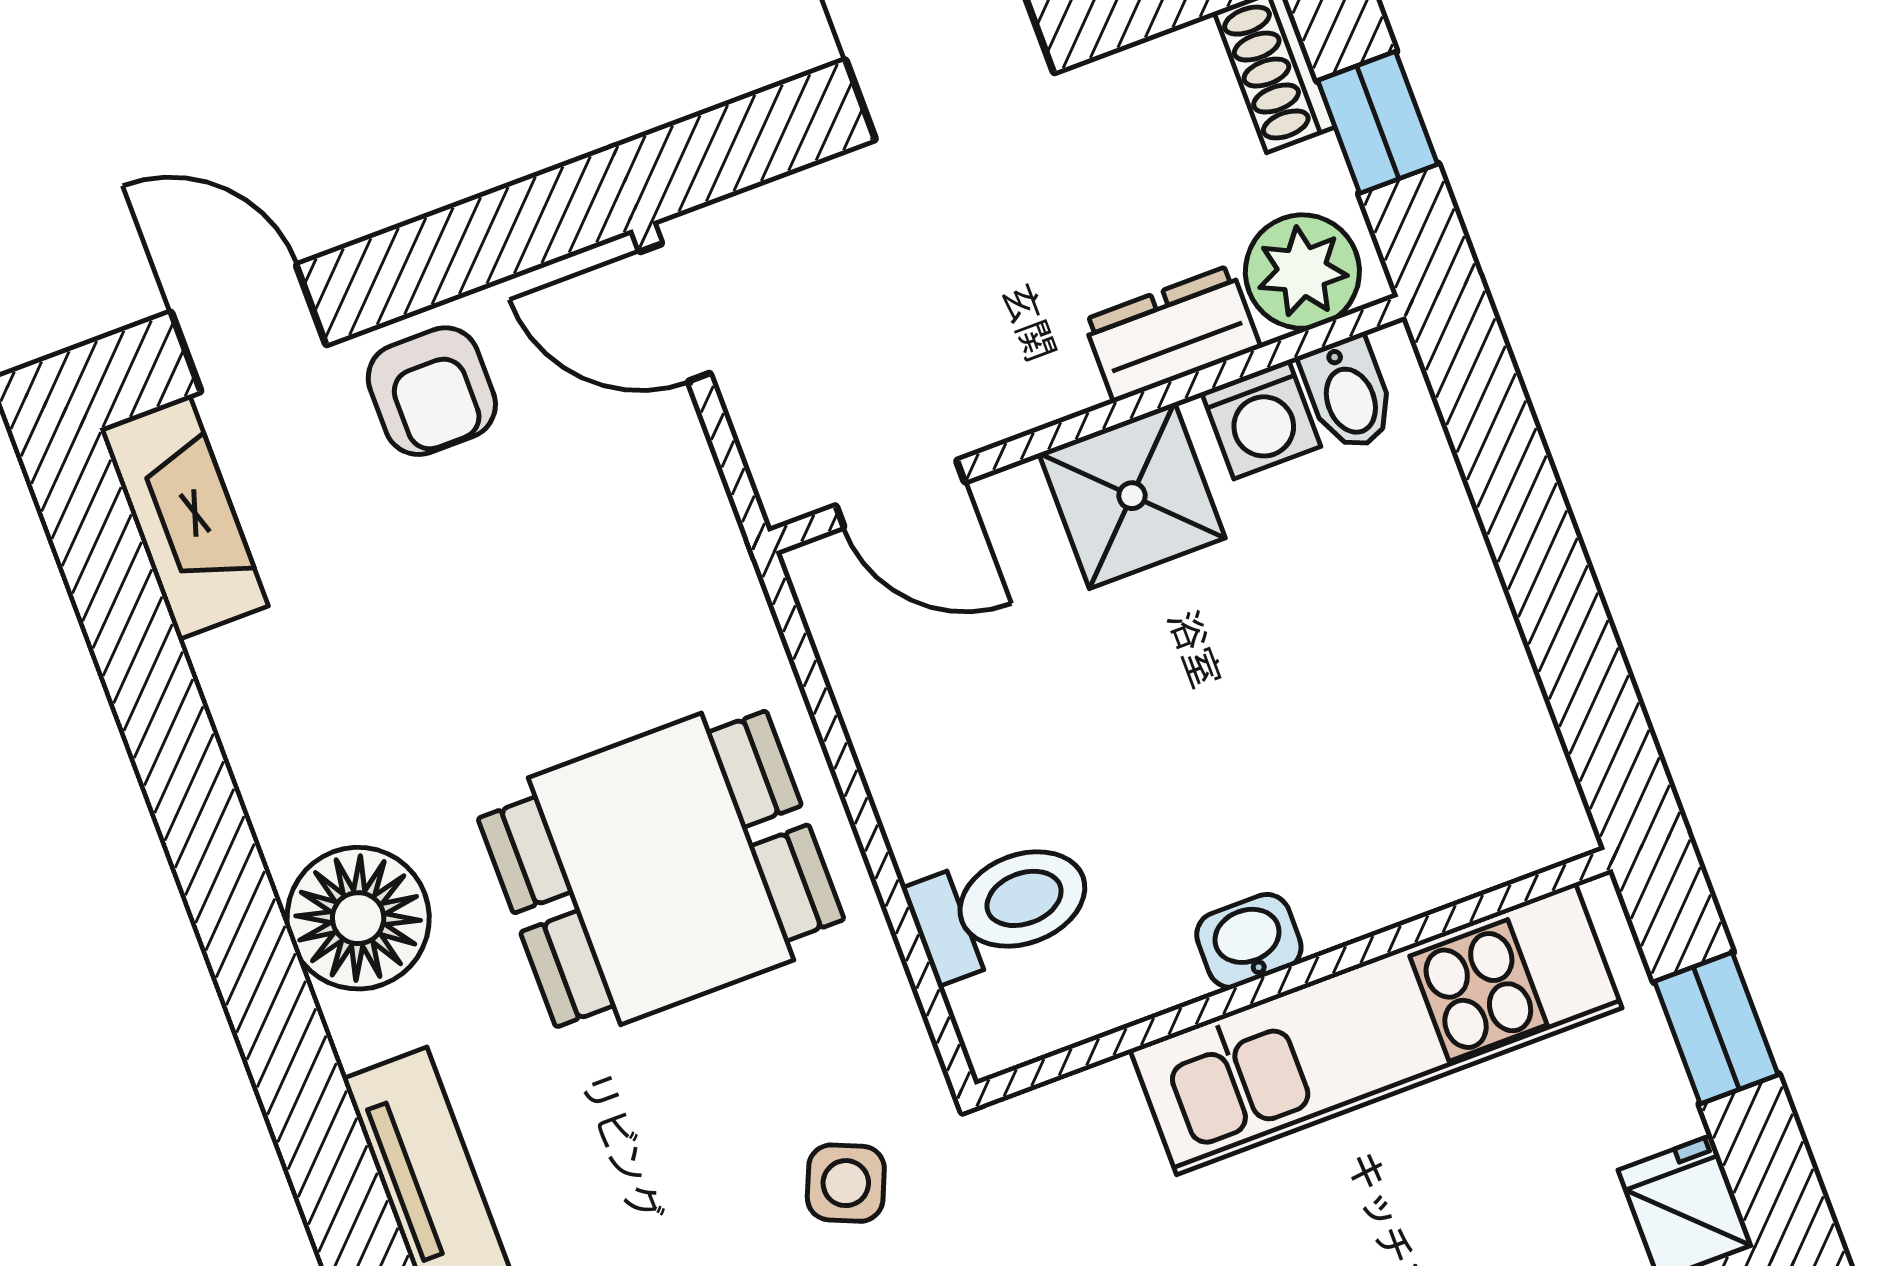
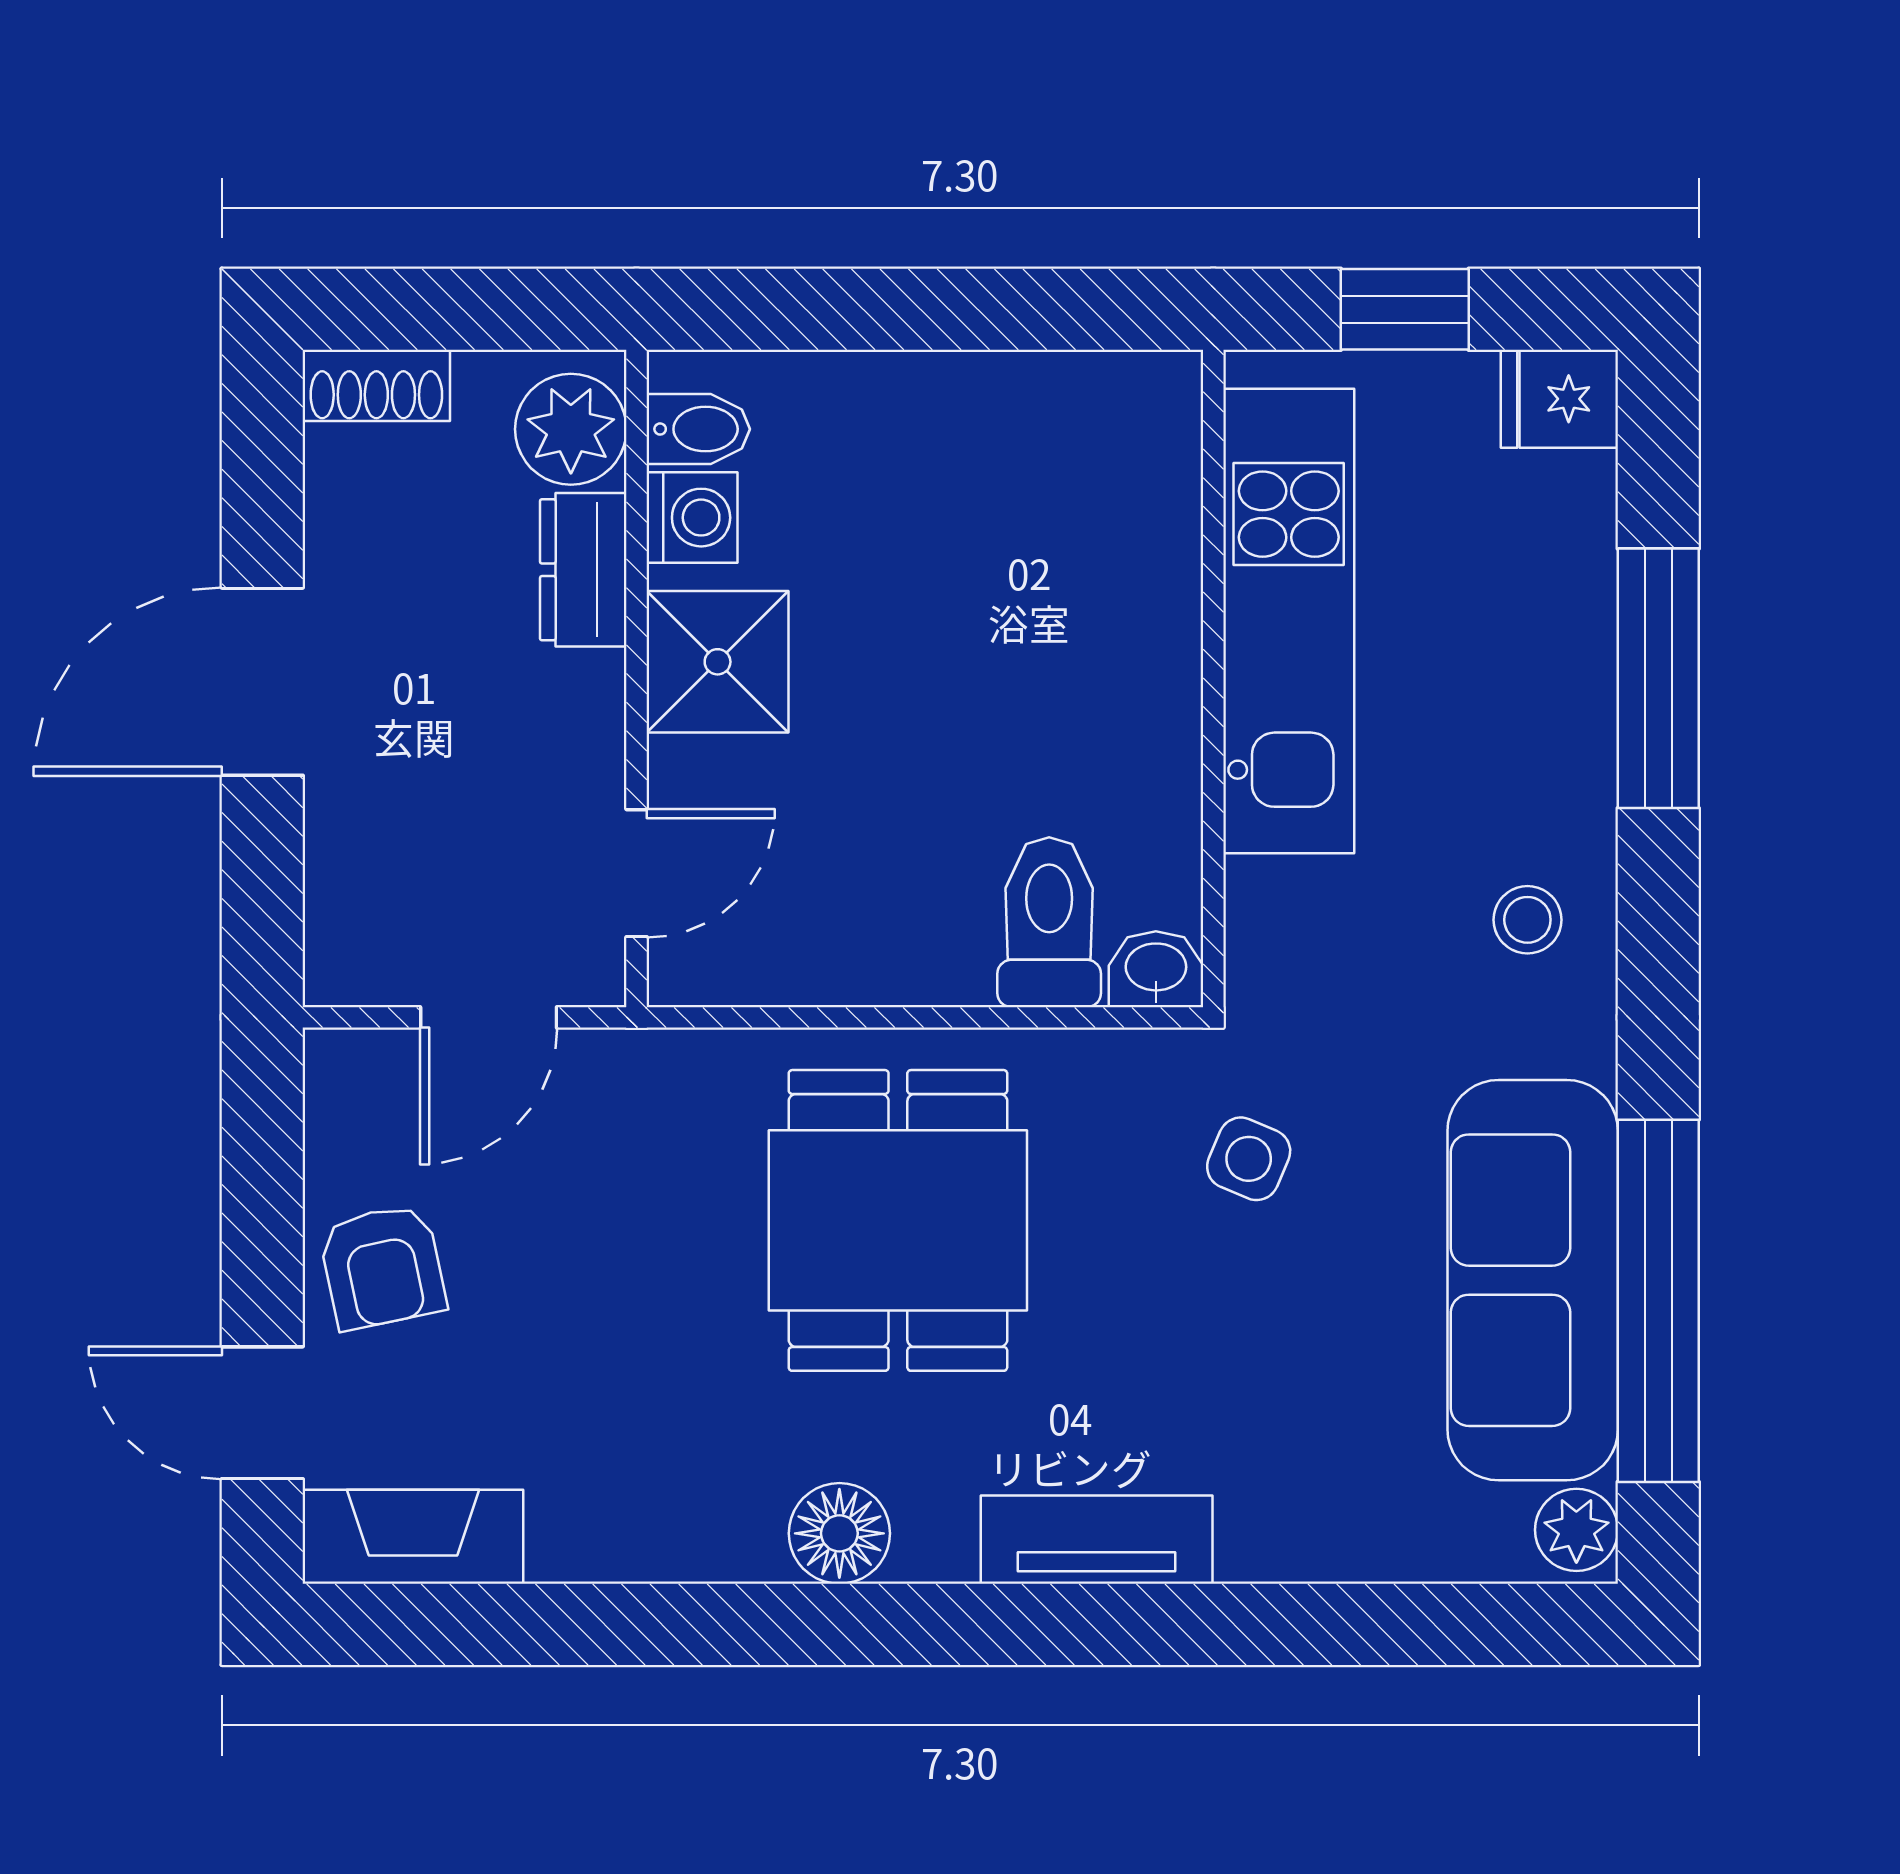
window: (1378, 122) -> (460, 309), removed
door: (675, 313) -> (489, 1017), moved
door: (249, 328) -> (262, 1413), hinge flipped
armchair: (432, 391) -> (382, 1267), turned 78
floor lamp: (358, 918) -> (839, 1533), width x0.73, depth x0.73
washbasin: (1249, 941) -> (1156, 969), moved, turned 90

